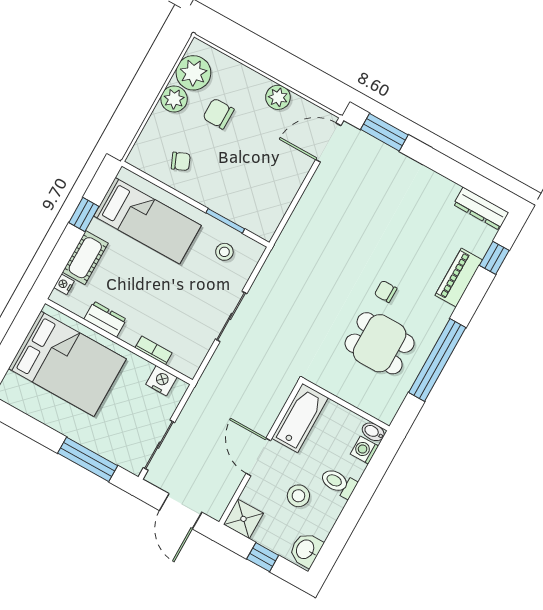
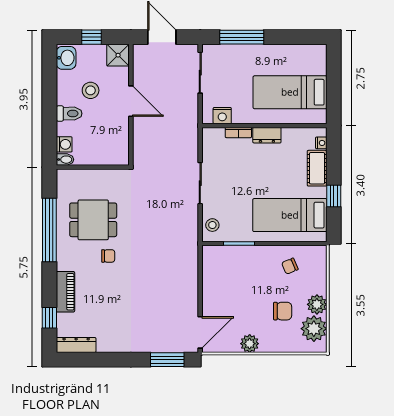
stool: (224, 252) -> (212, 225), moved
dresser: (105, 319) -> (267, 135), moved
bed: (67, 364) -> (290, 92), width x0.67
bathtub: (300, 418) -> (118, 142), removed

